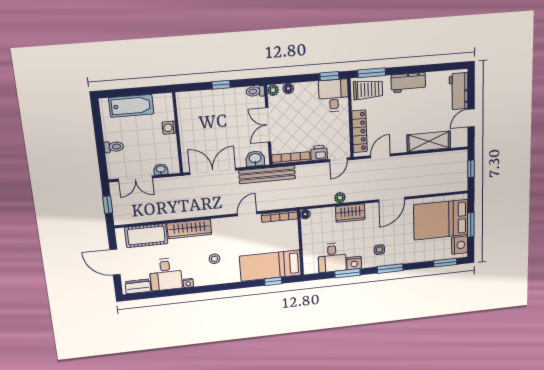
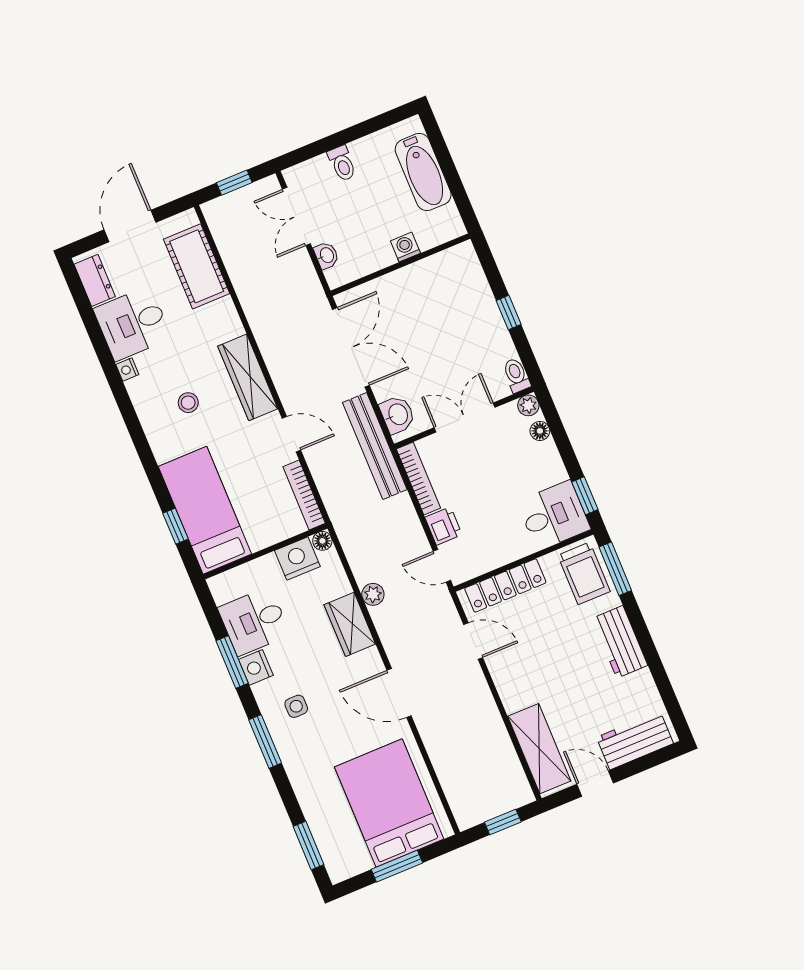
shelving: (429, 141) -> (539, 749), moved
wardrobe: (189, 229) -> (248, 377), moved
nightstand: (460, 245) -> (297, 559), moved, turned 180

